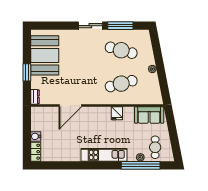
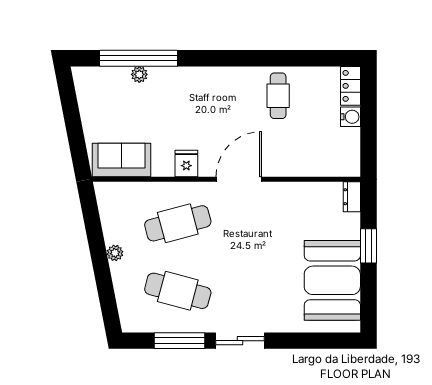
door: (70, 105) -> (239, 179), moved
cafe table: (155, 147) -> (278, 96), moved
kitchen unit: (104, 155) -> (213, 79), removed

